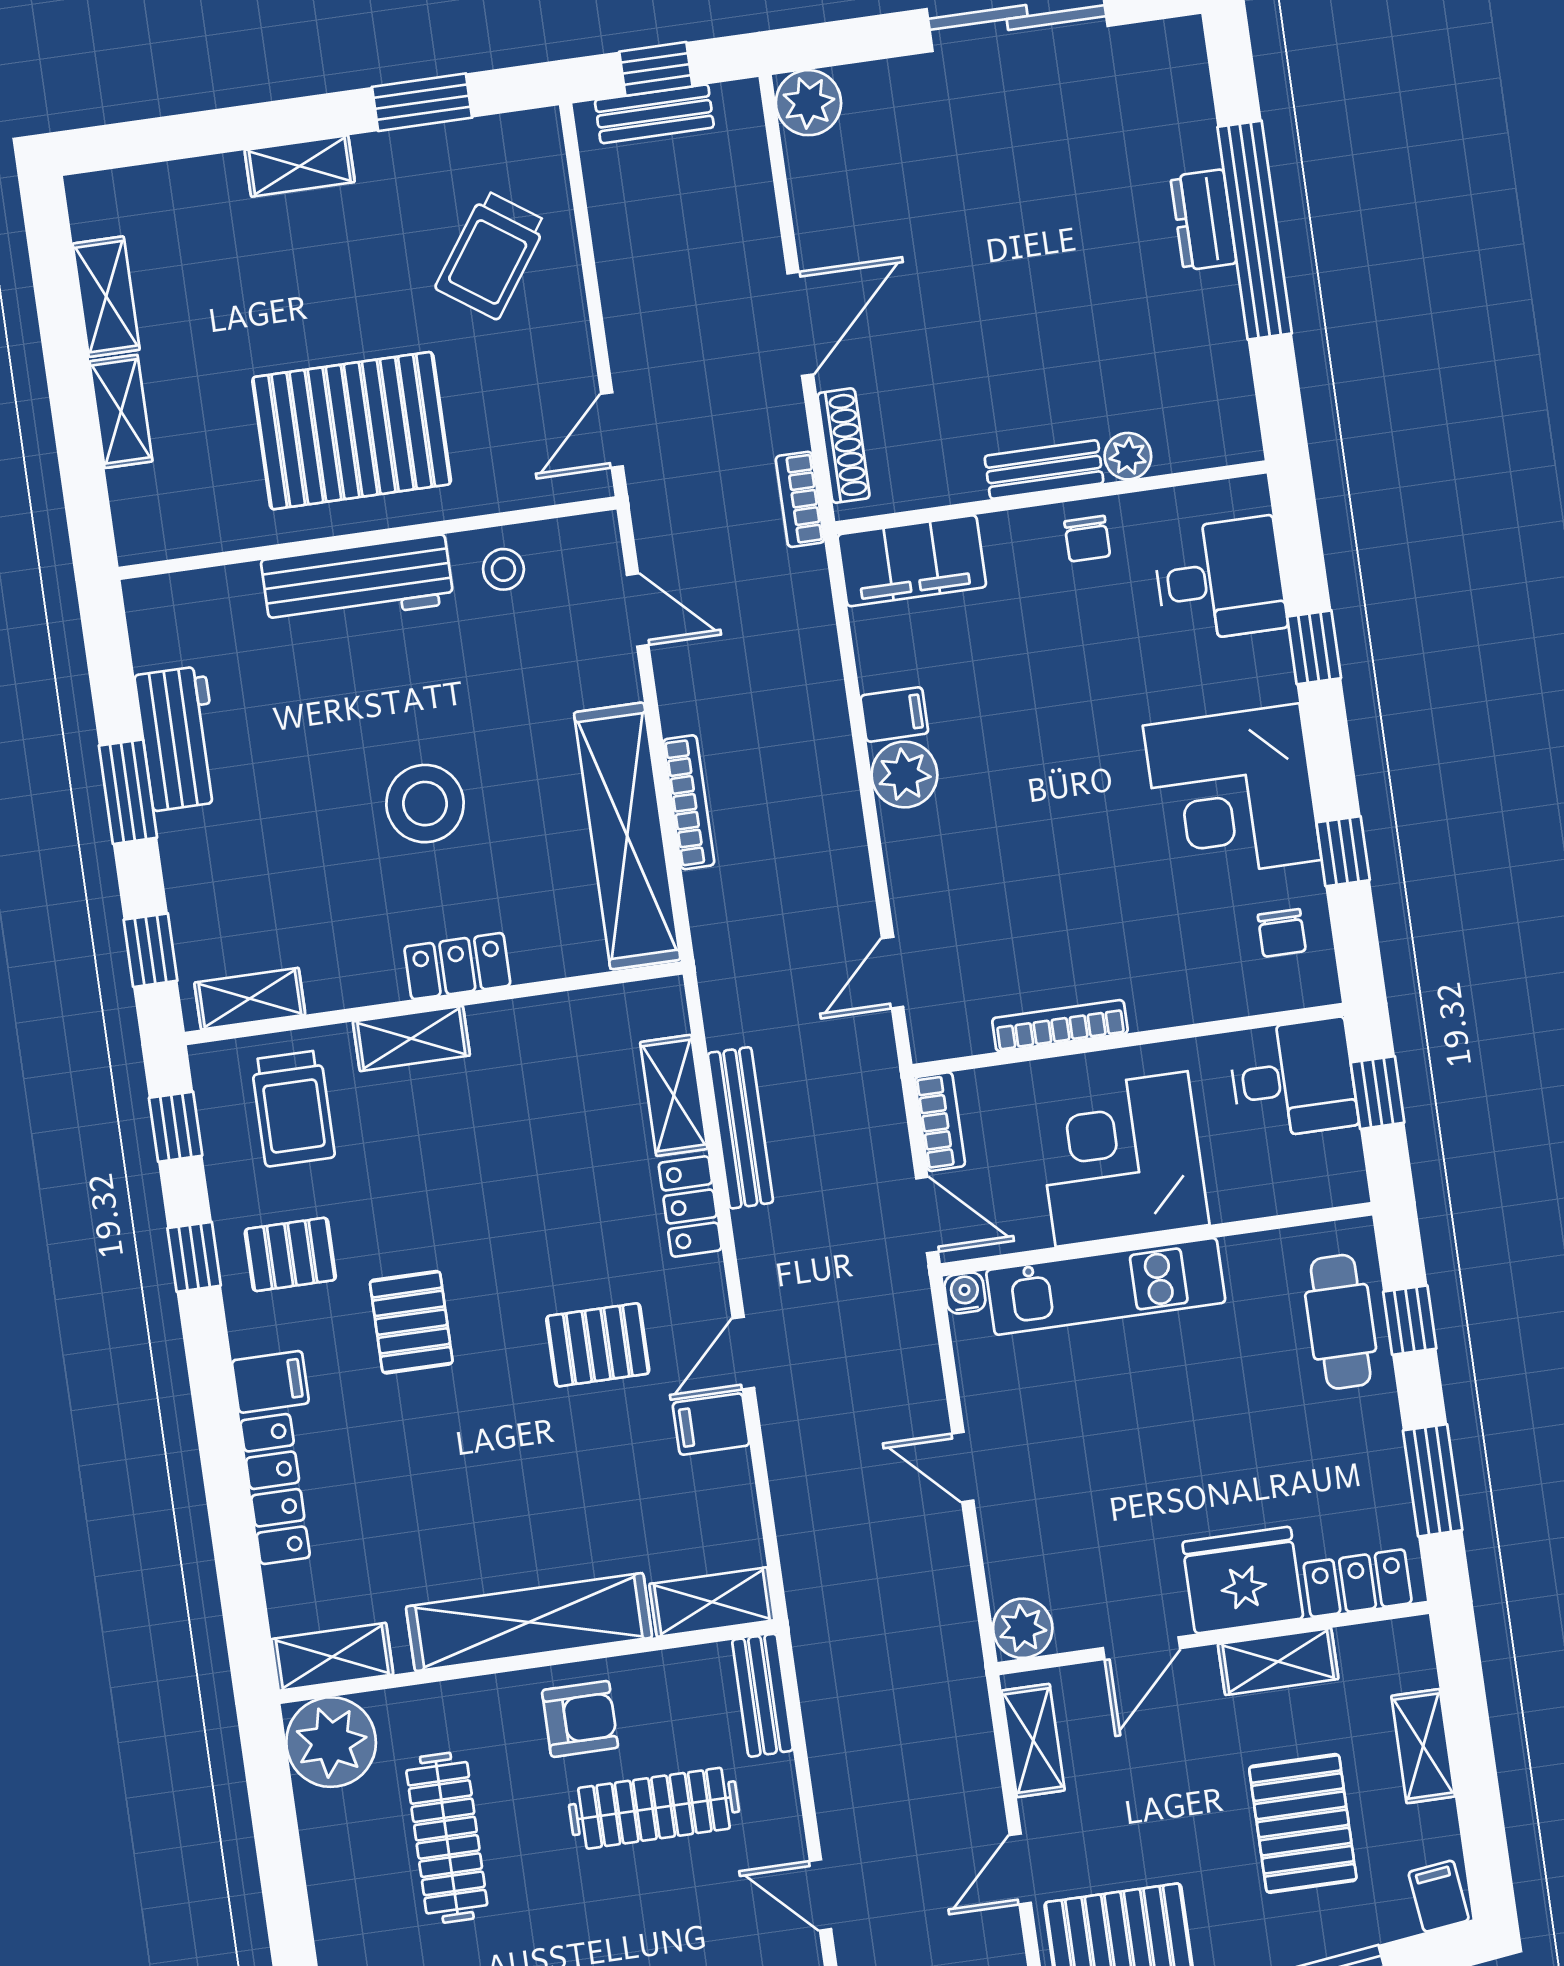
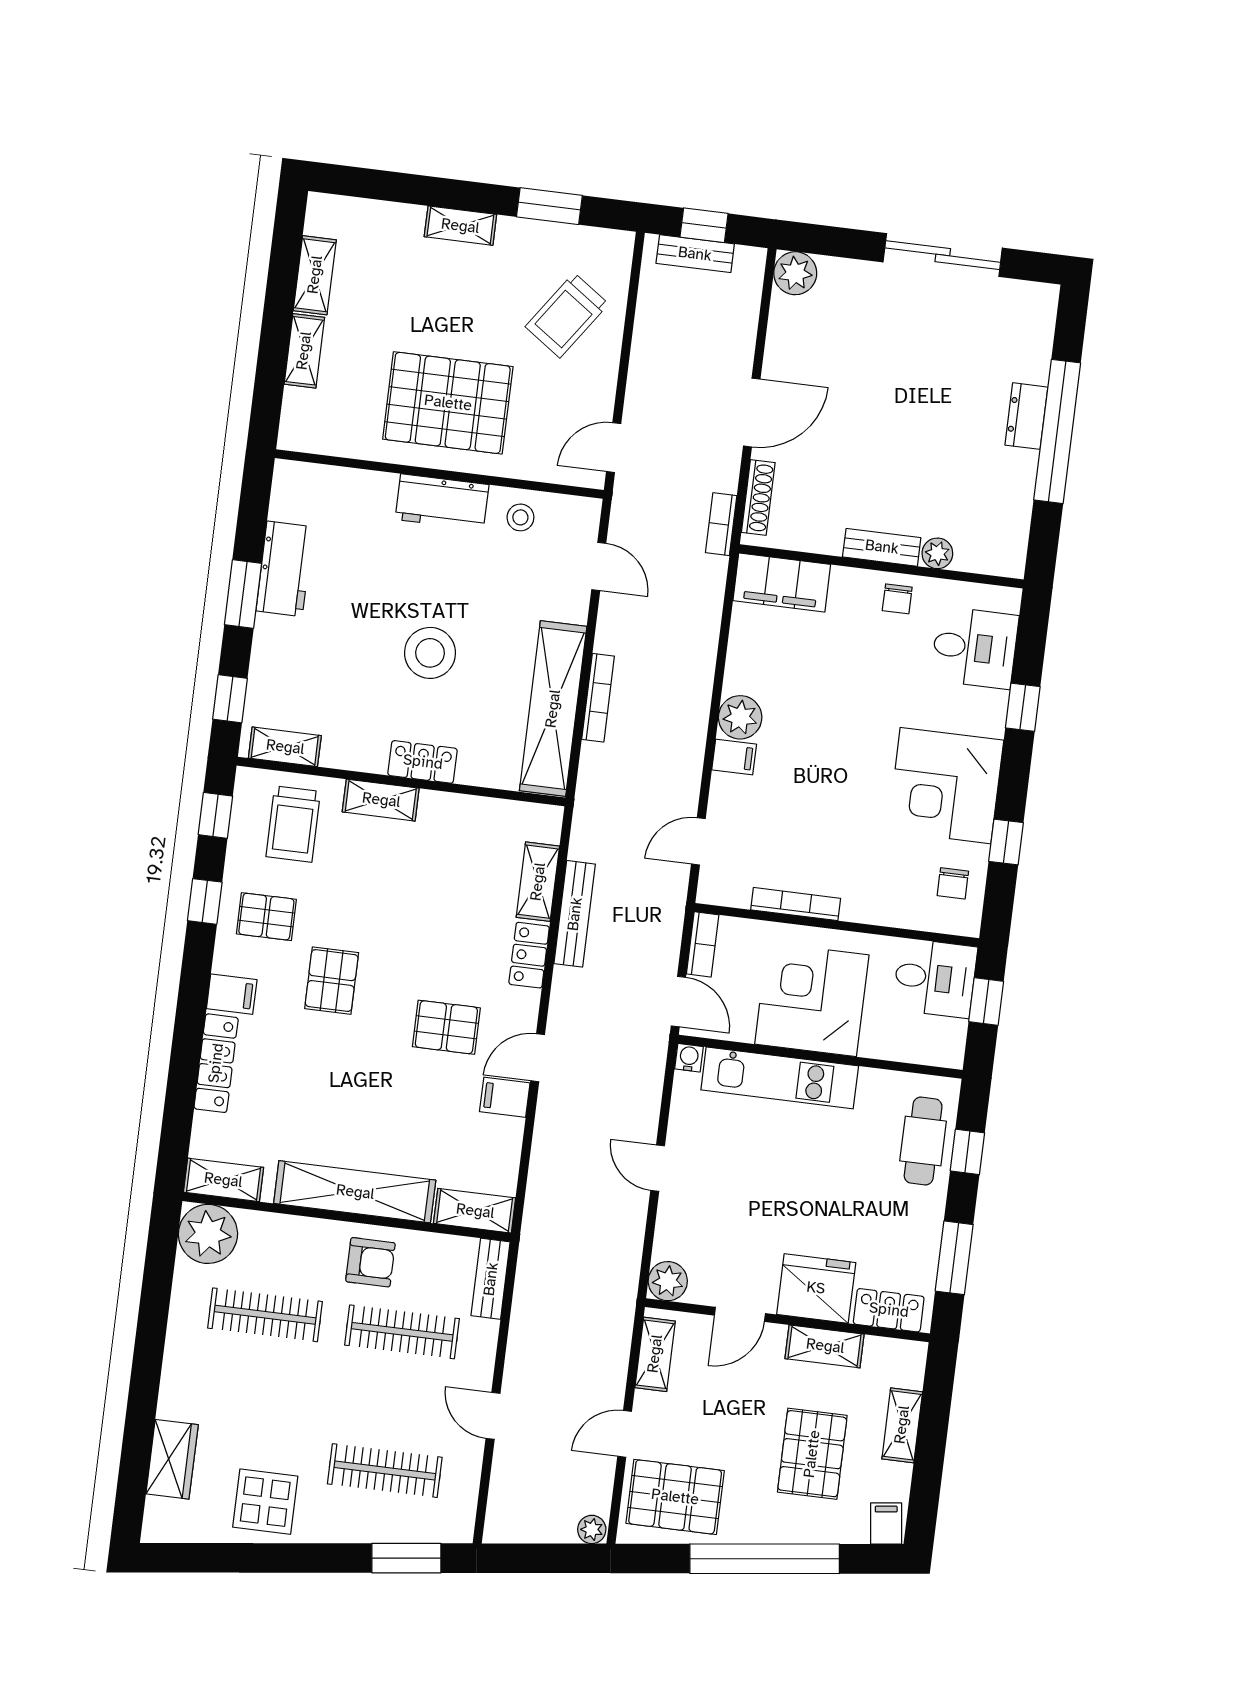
workbench: (357, 582) -> (442, 502), width x0.73
filing cabinet: (894, 714) -> (734, 757), moved
clothes rail: (447, 1838) -> (265, 1315), turned 90

